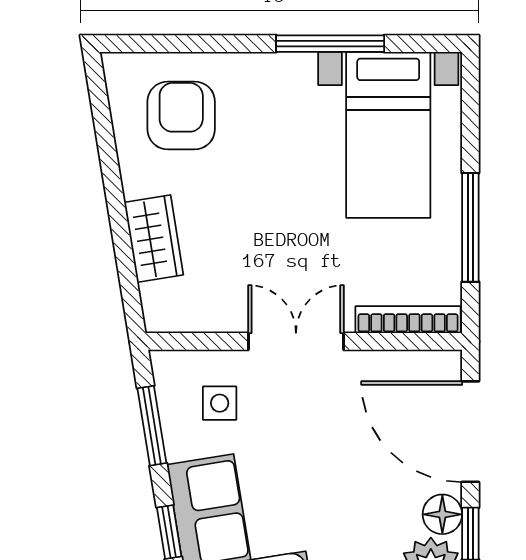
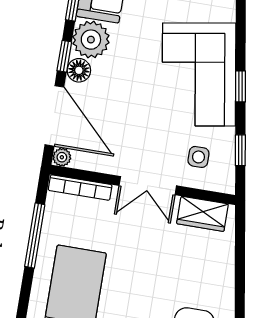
wardrobe: (154, 239) -> (202, 214), moved, turned -81
plant: (447, 365) -> (62, 157), added
window: (152, 426) -> (240, 150), width x0.67

